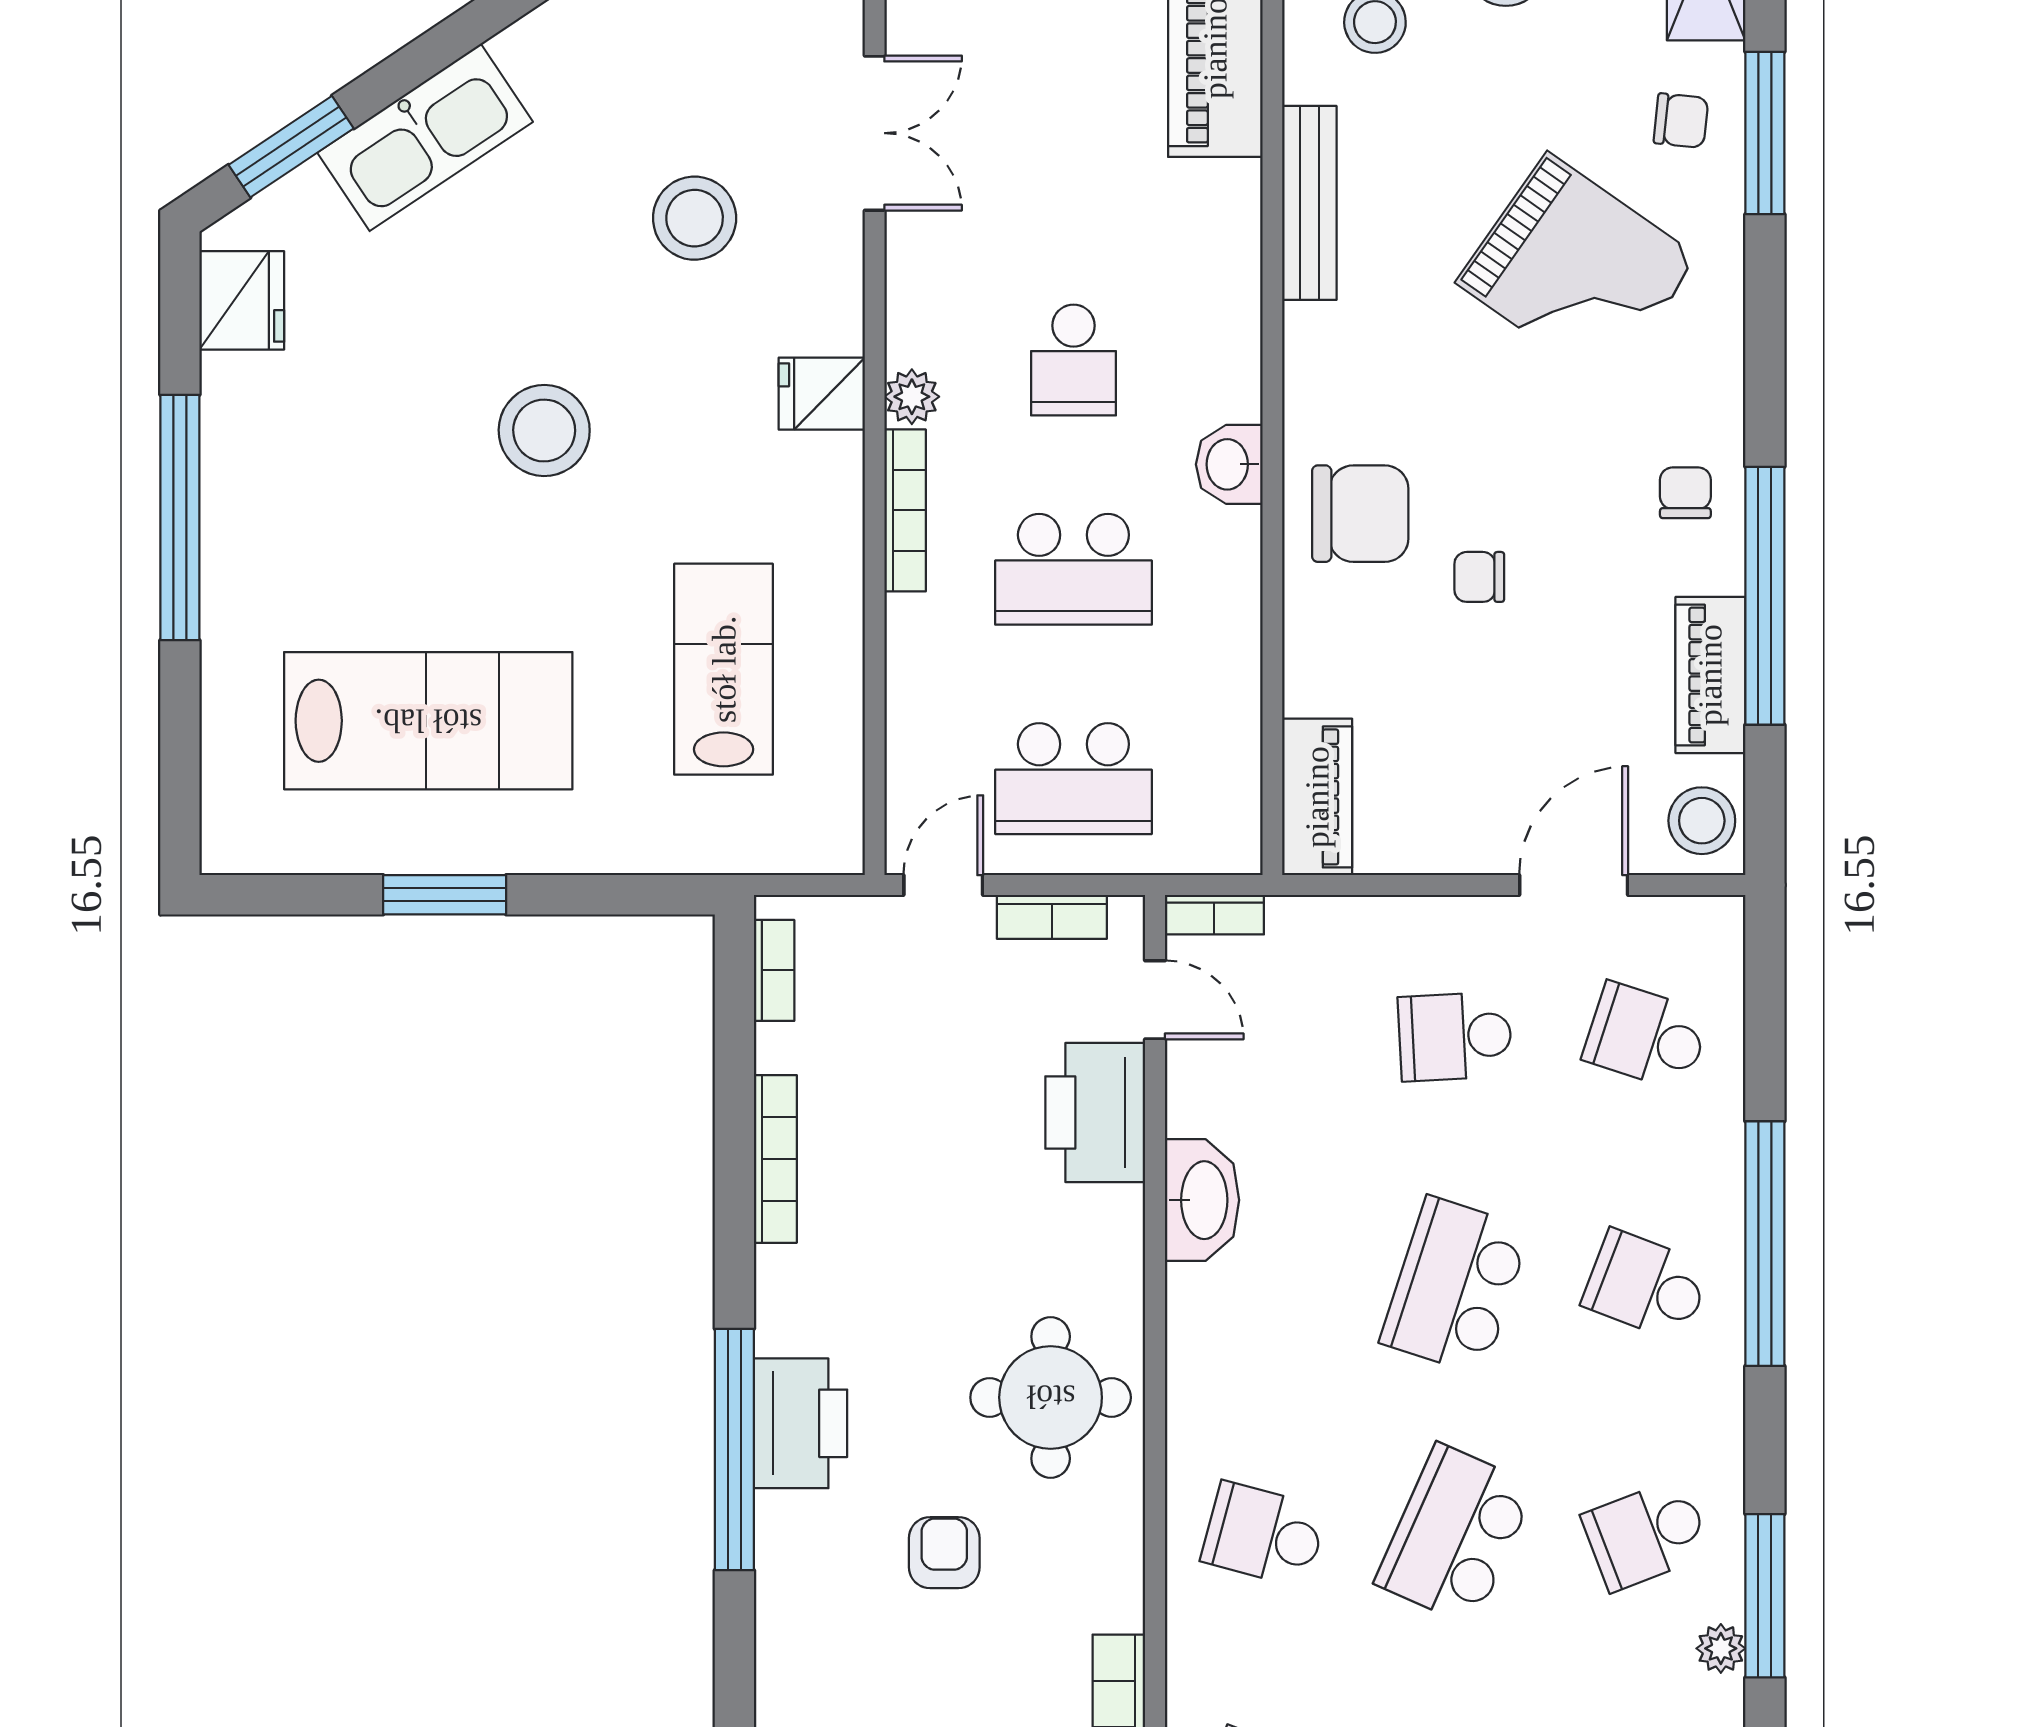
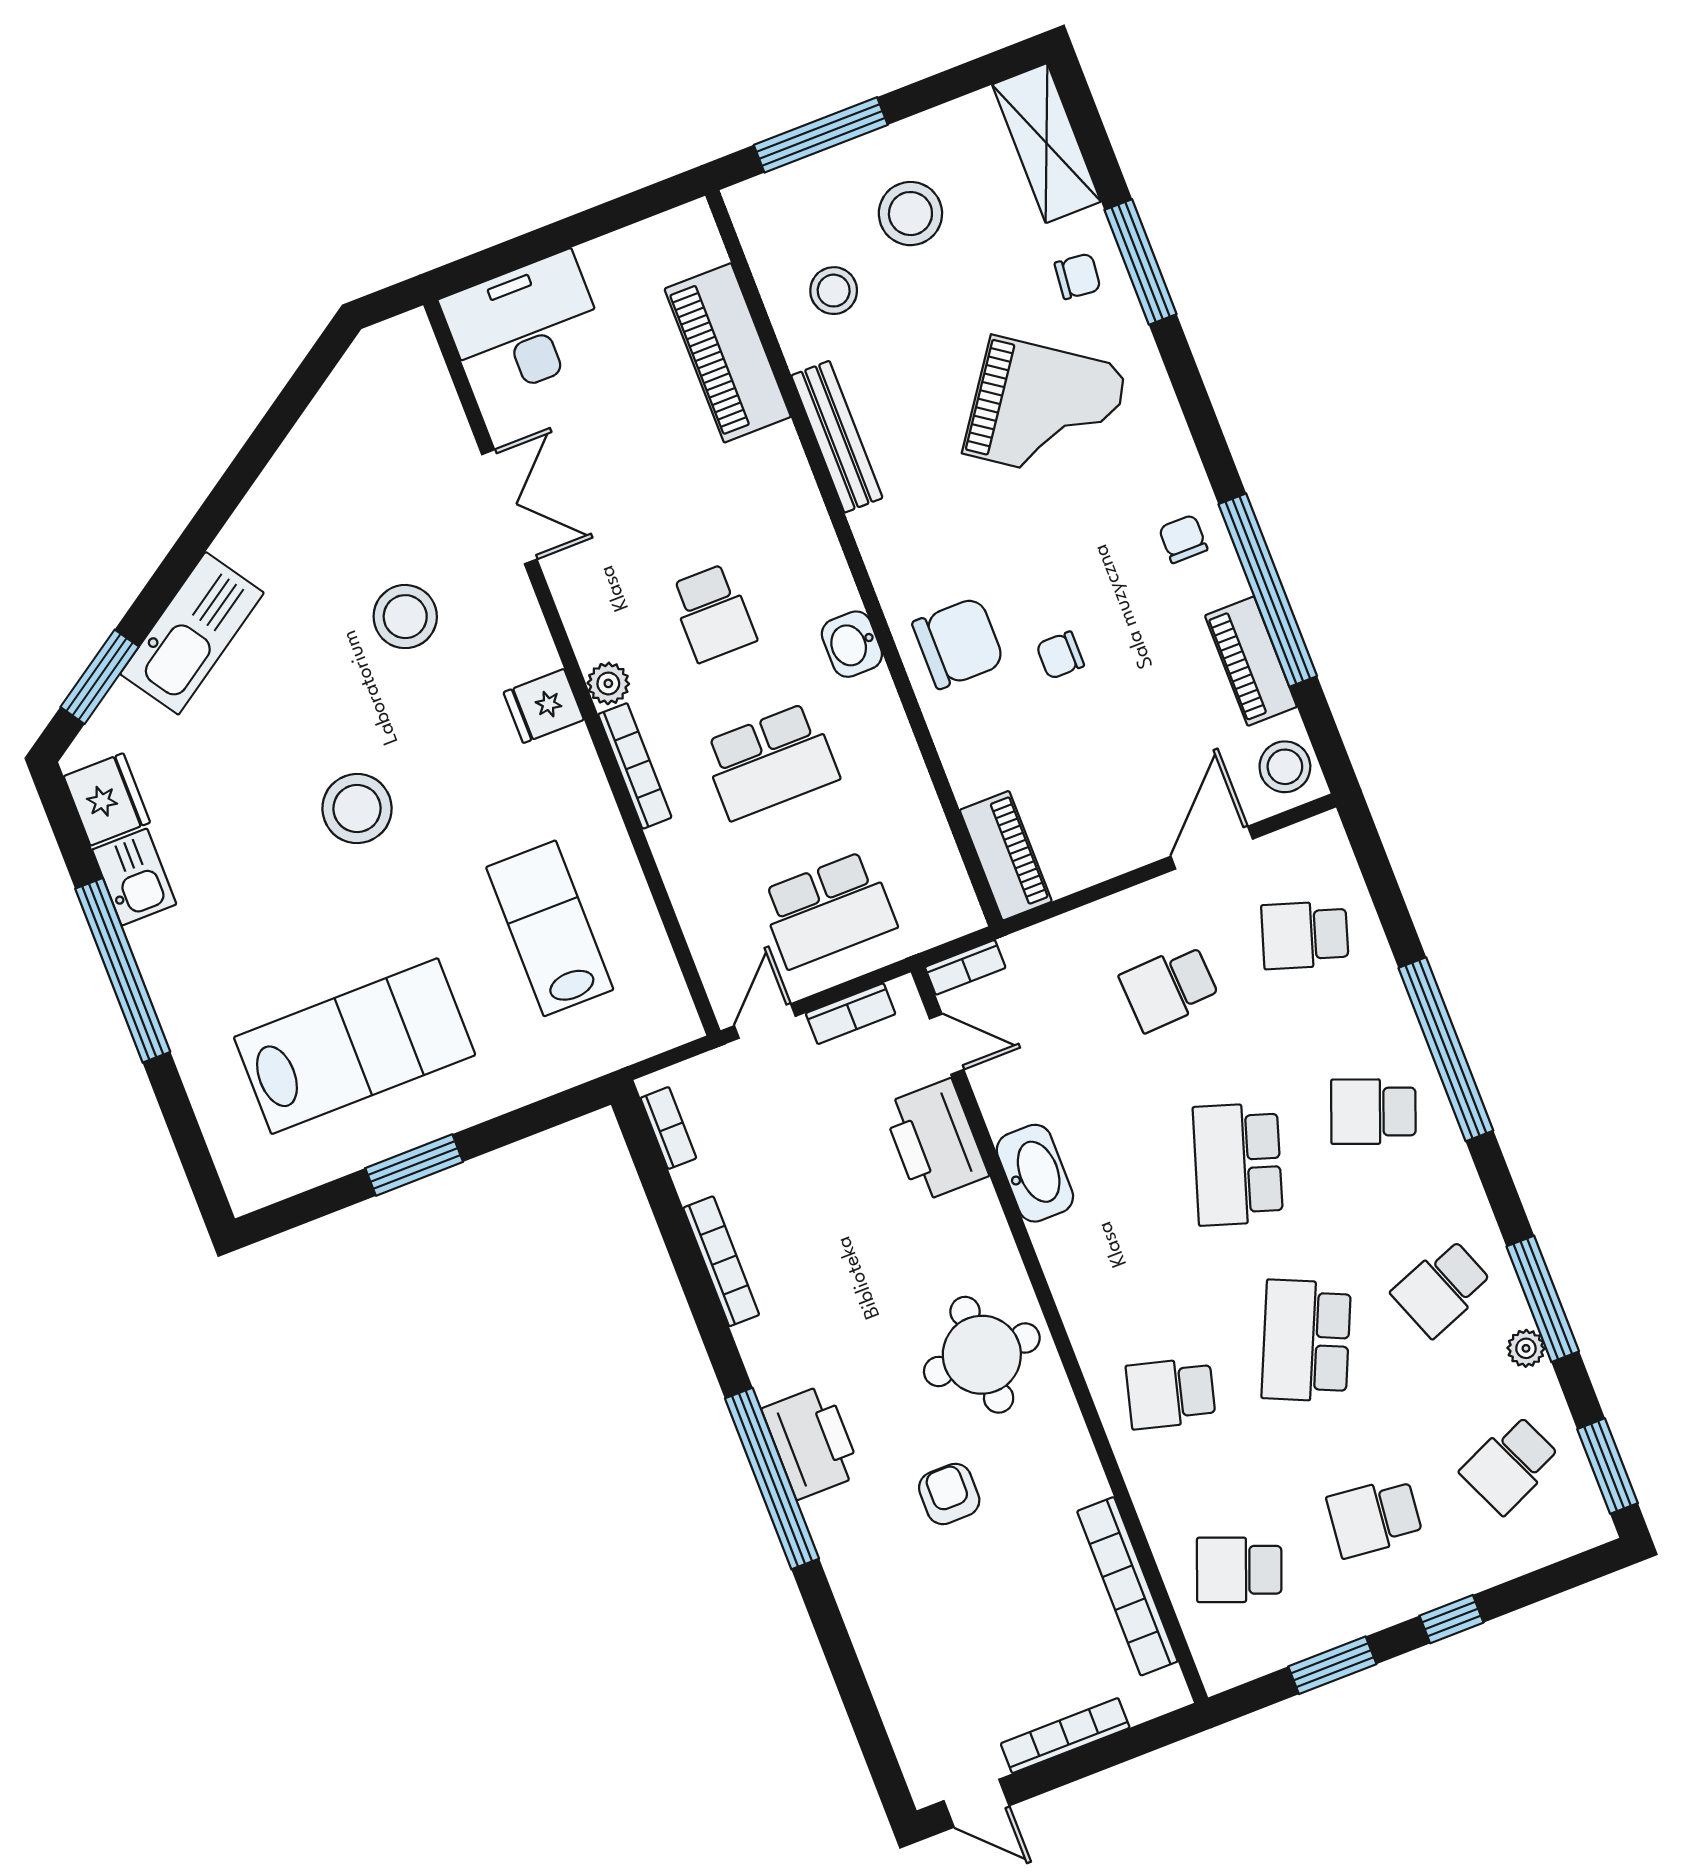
kitchen sink: (238, 409) -> (134, 877), added

